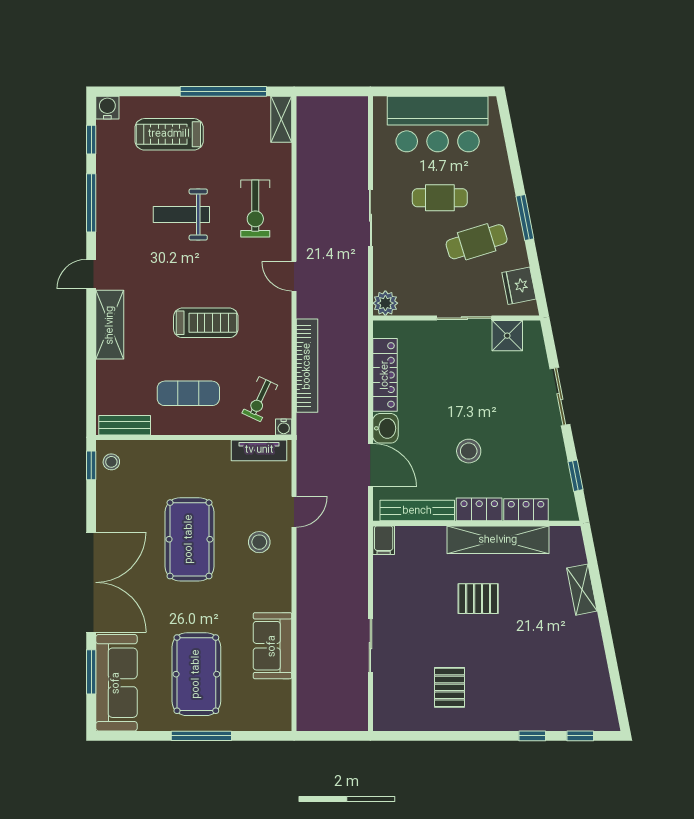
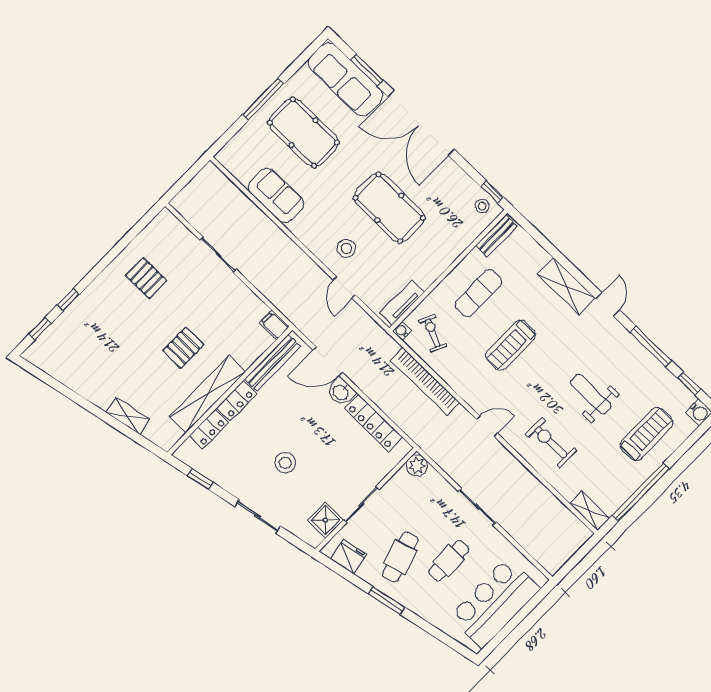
weight bench: (181, 214) -> (591, 394), turned -90
stool: (469, 451) -> (285, 463), moved

